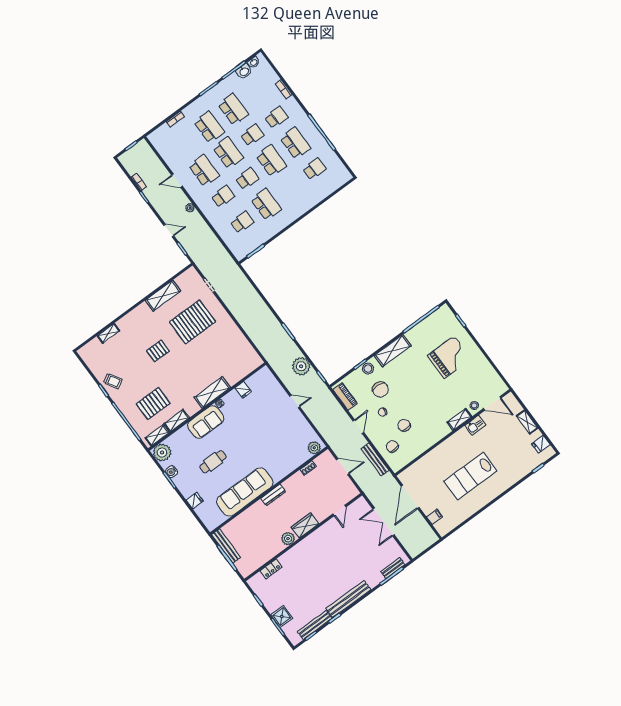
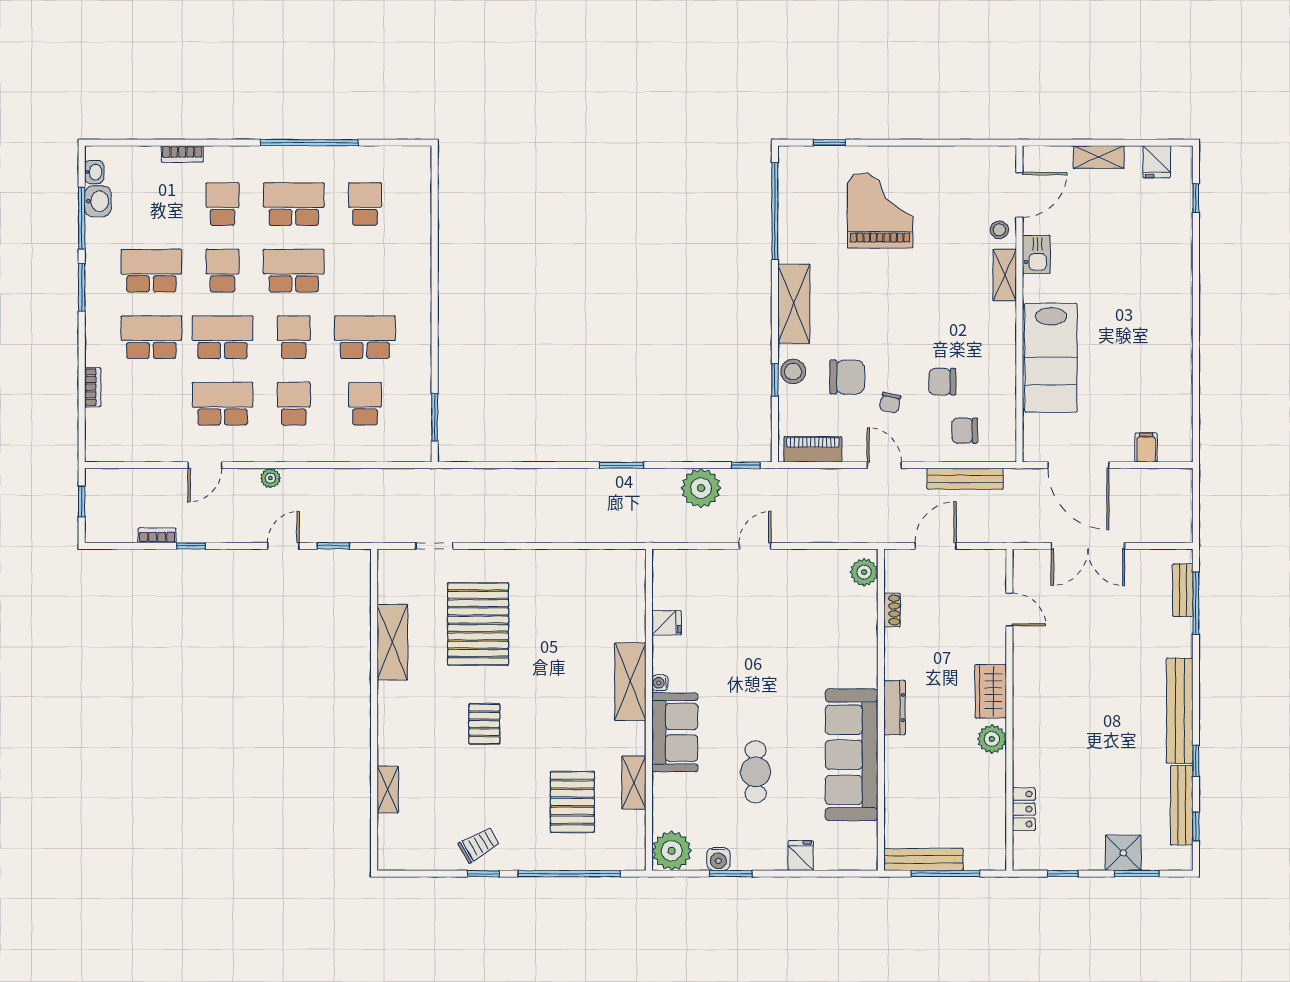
shelving: (157, 435) -> (634, 837), removed
lab bench: (470, 476) -> (1051, 358), moved

